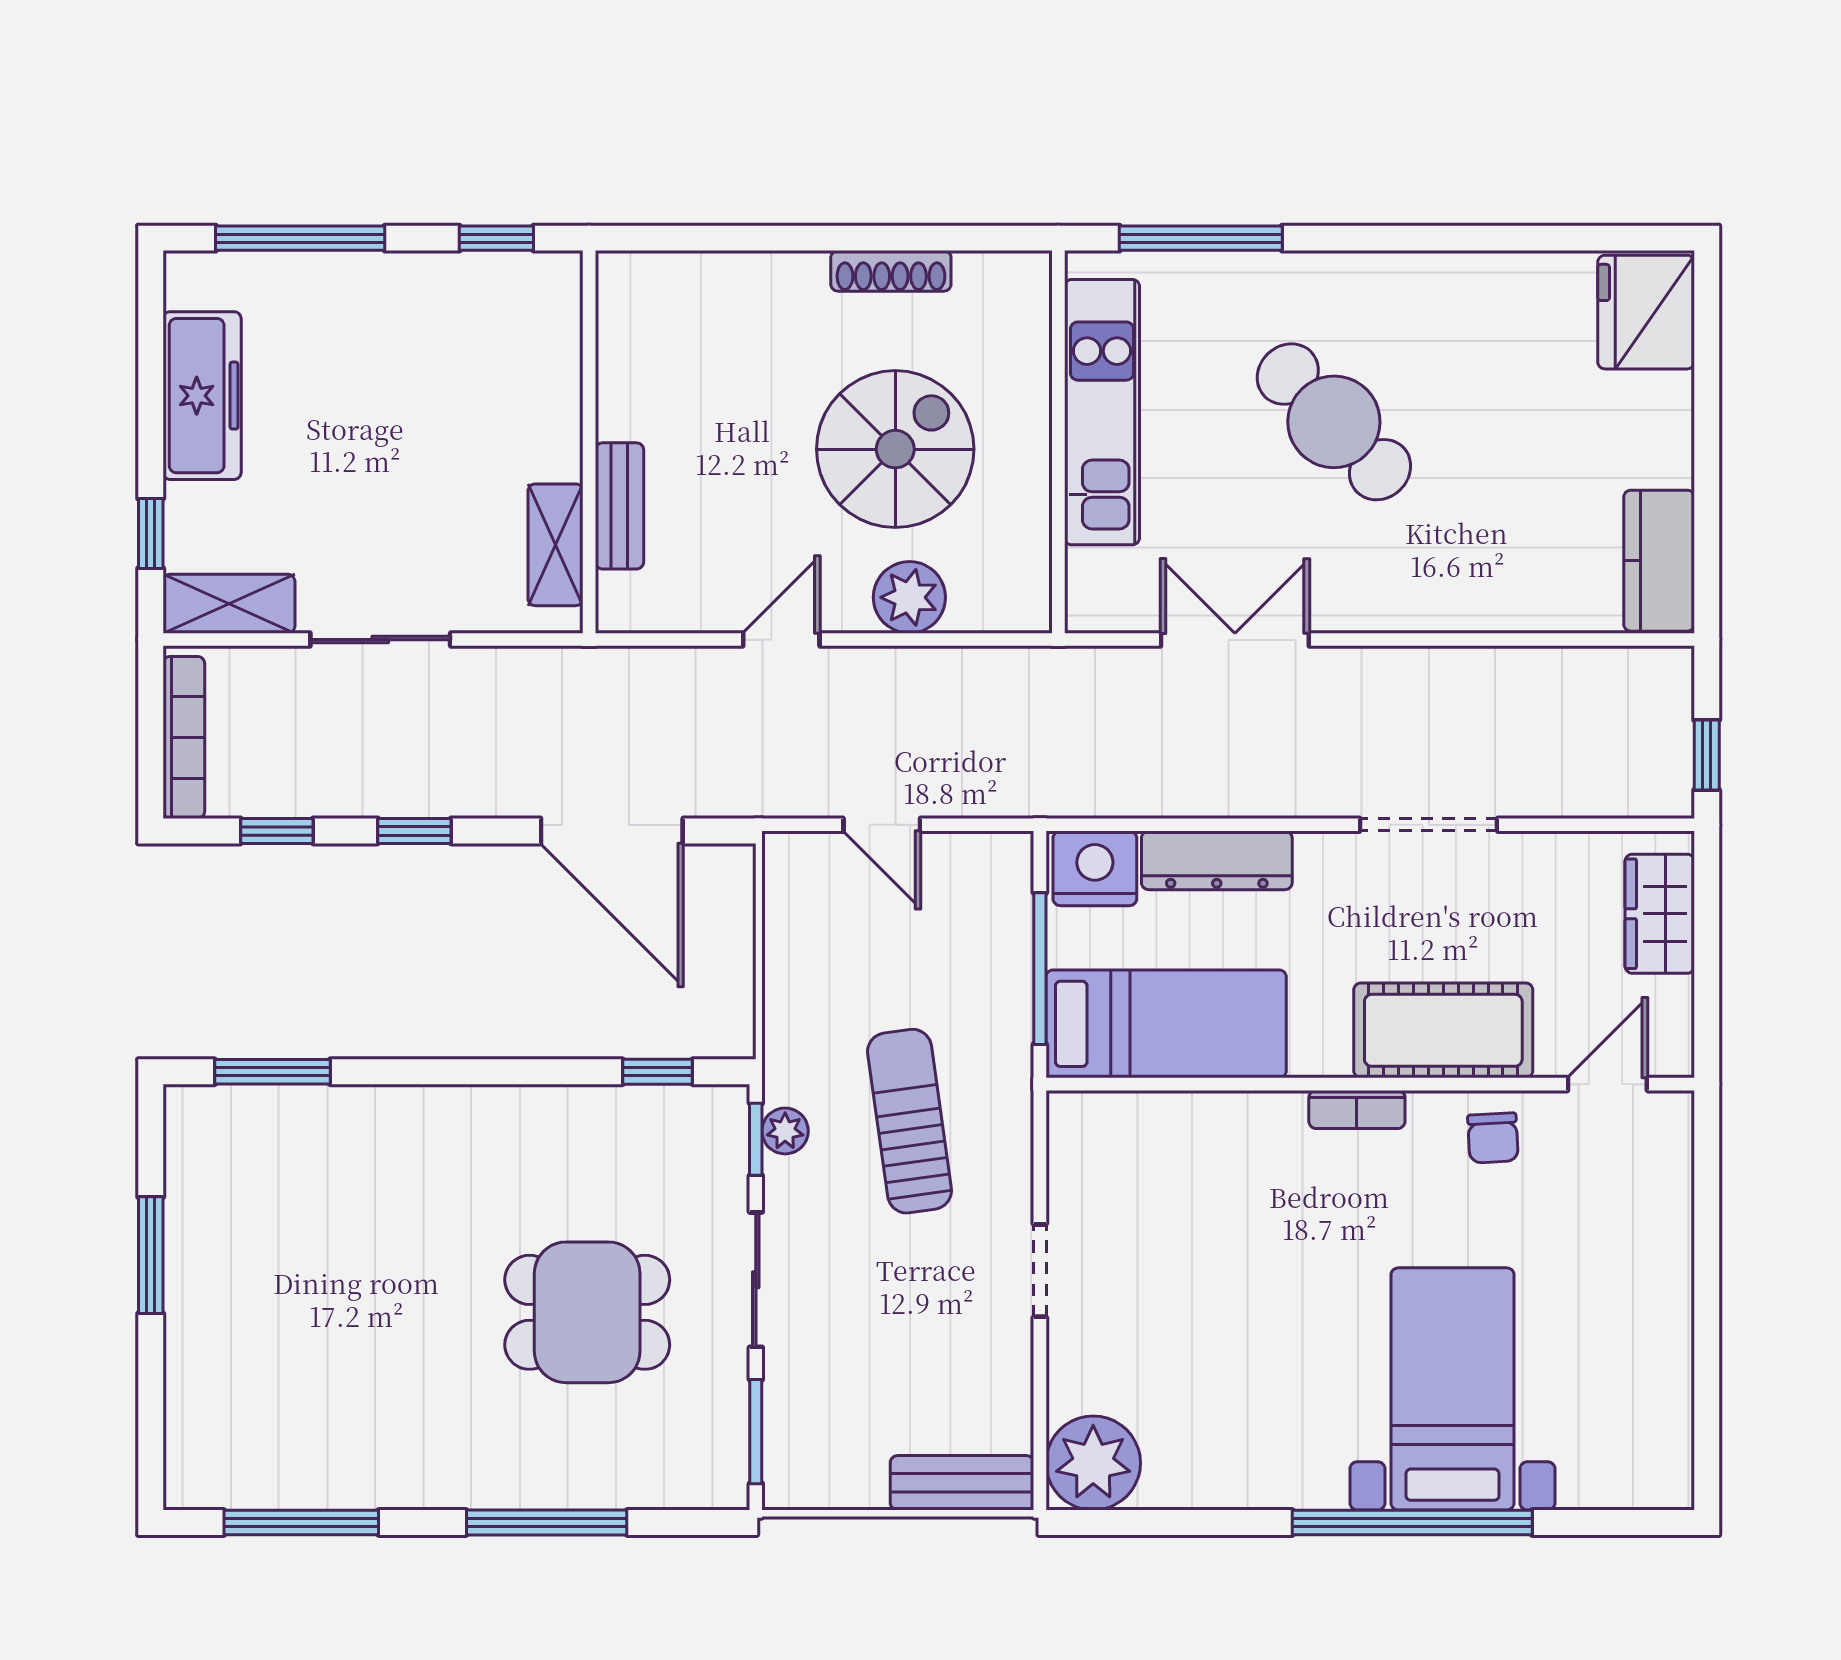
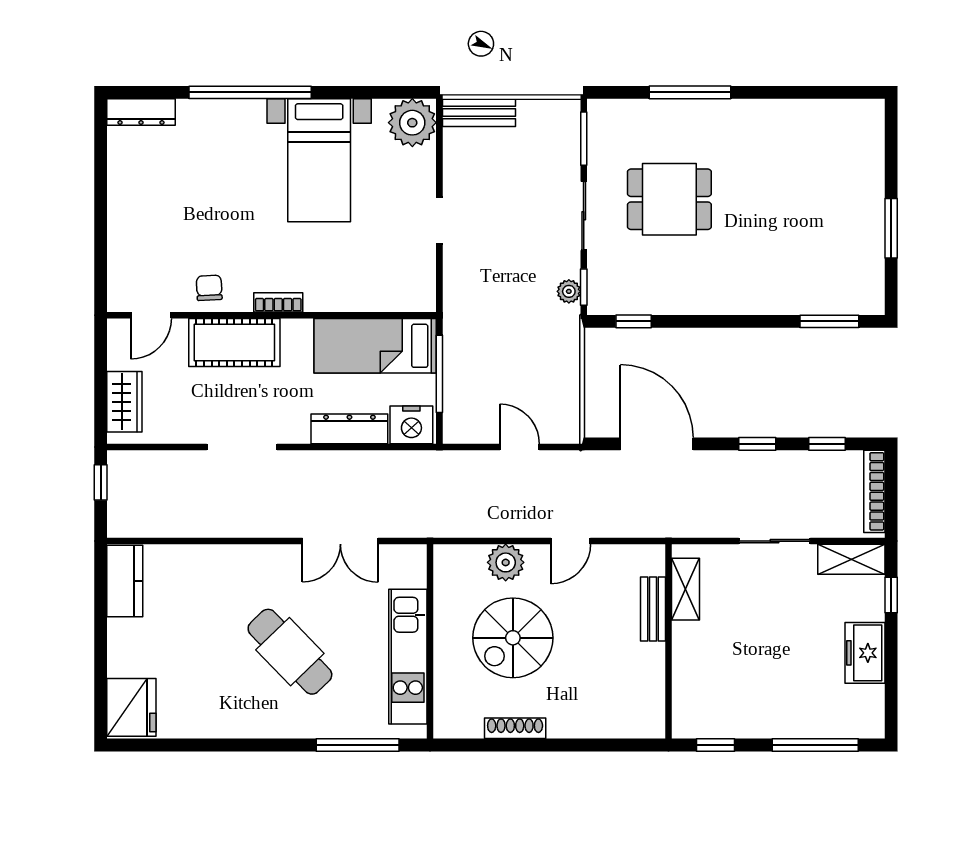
freezer: (202, 396) -> (865, 653), width x0.71
sun lounger: (910, 1121) -> (506, 296), removed
bed with nightstands: (1452, 1389) -> (319, 160), moved
dresser: (1627, 1484) -> (141, 112), added
window: (301, 1522) -> (815, 92), removed

